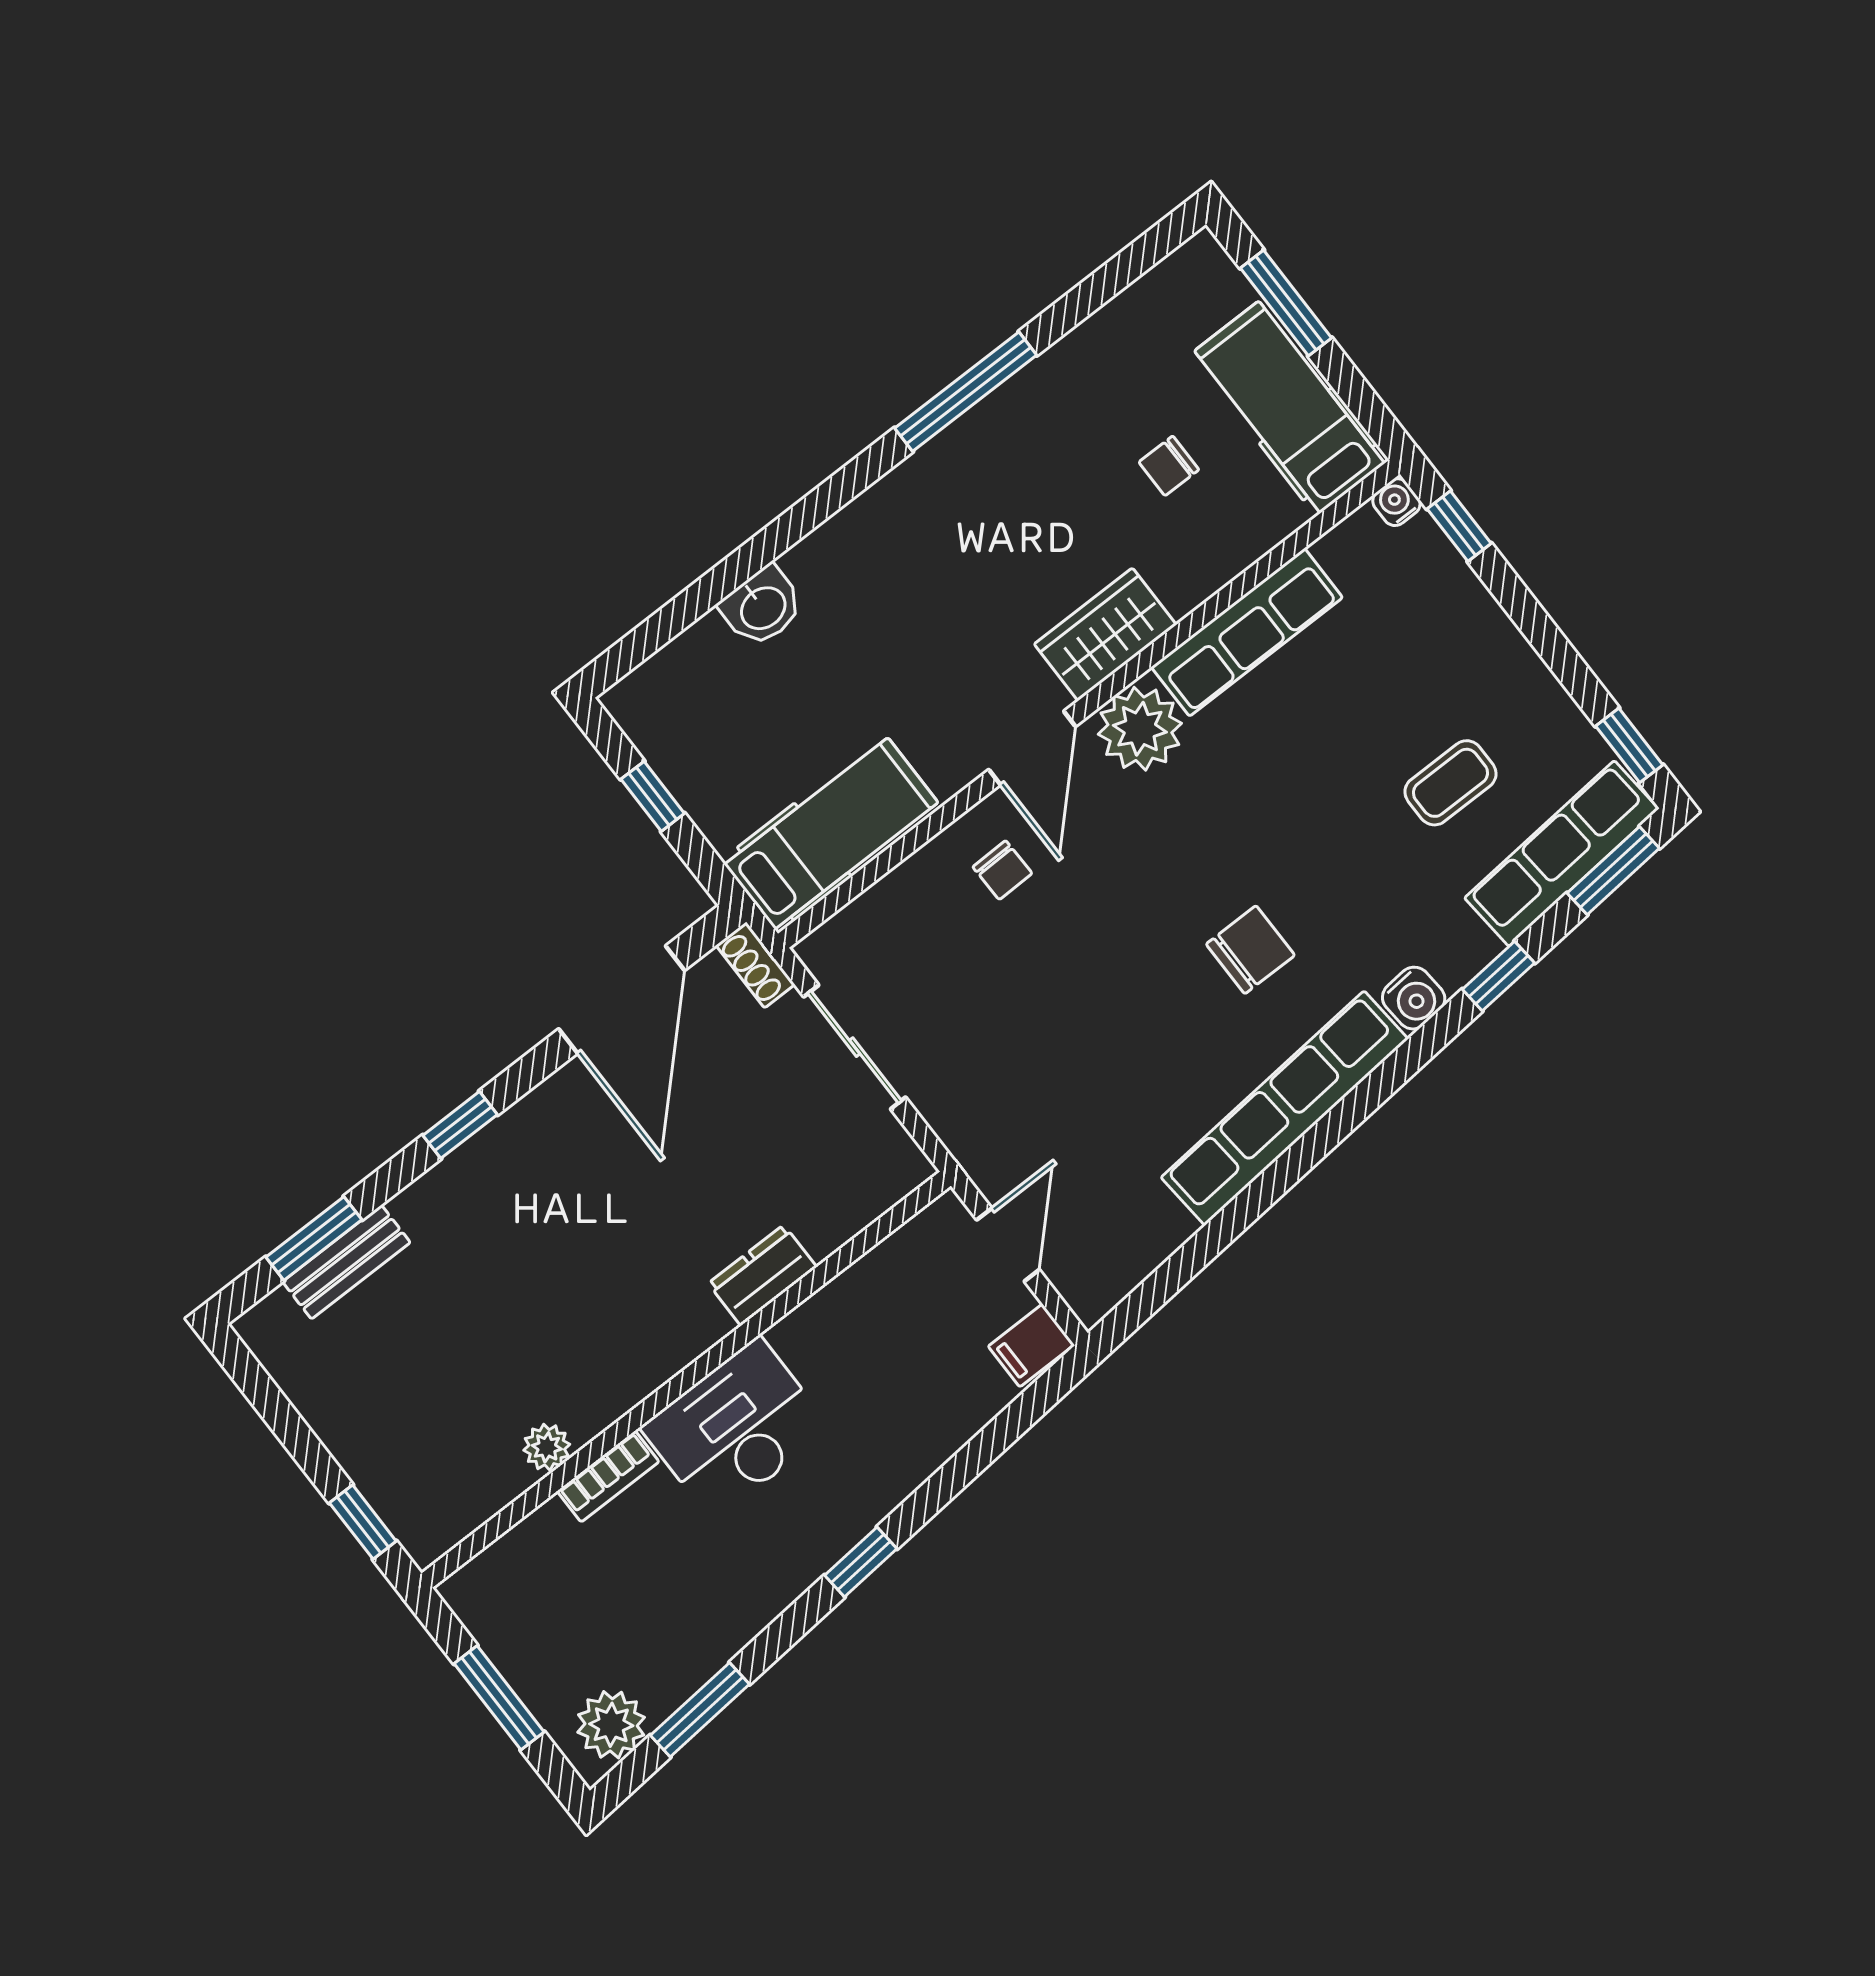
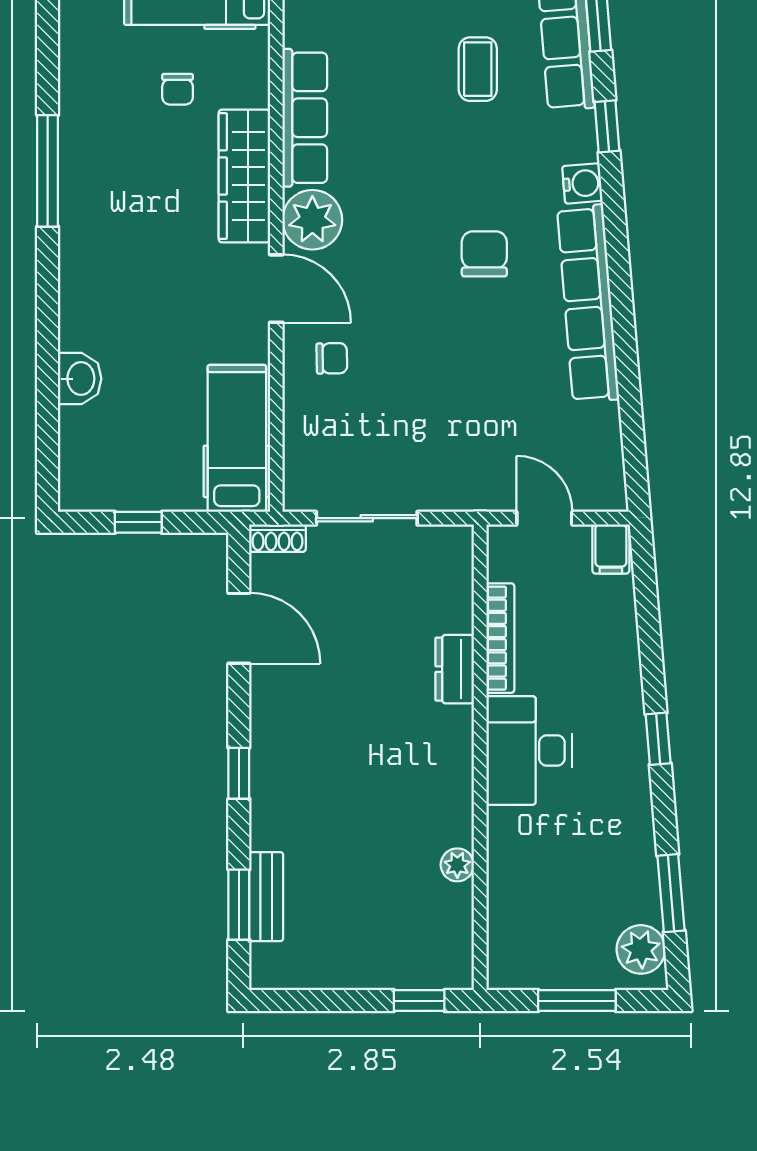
wardrobe: (1105, 634) -> (244, 176), width x1.50
door: (622, 1000) -> (239, 628), width x0.73
bookcase: (608, 1476) -> (500, 638), moved, width x1.56

